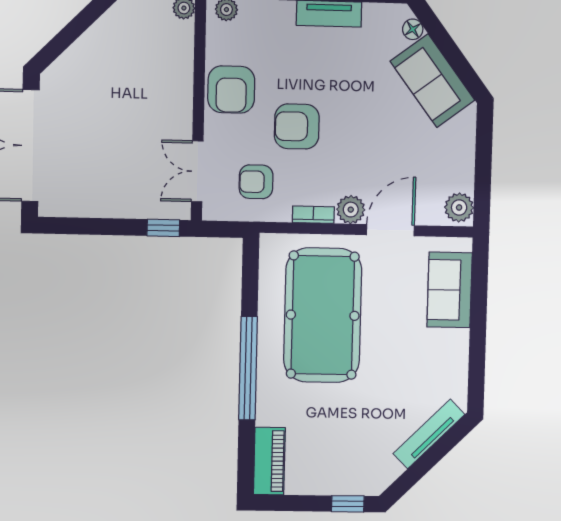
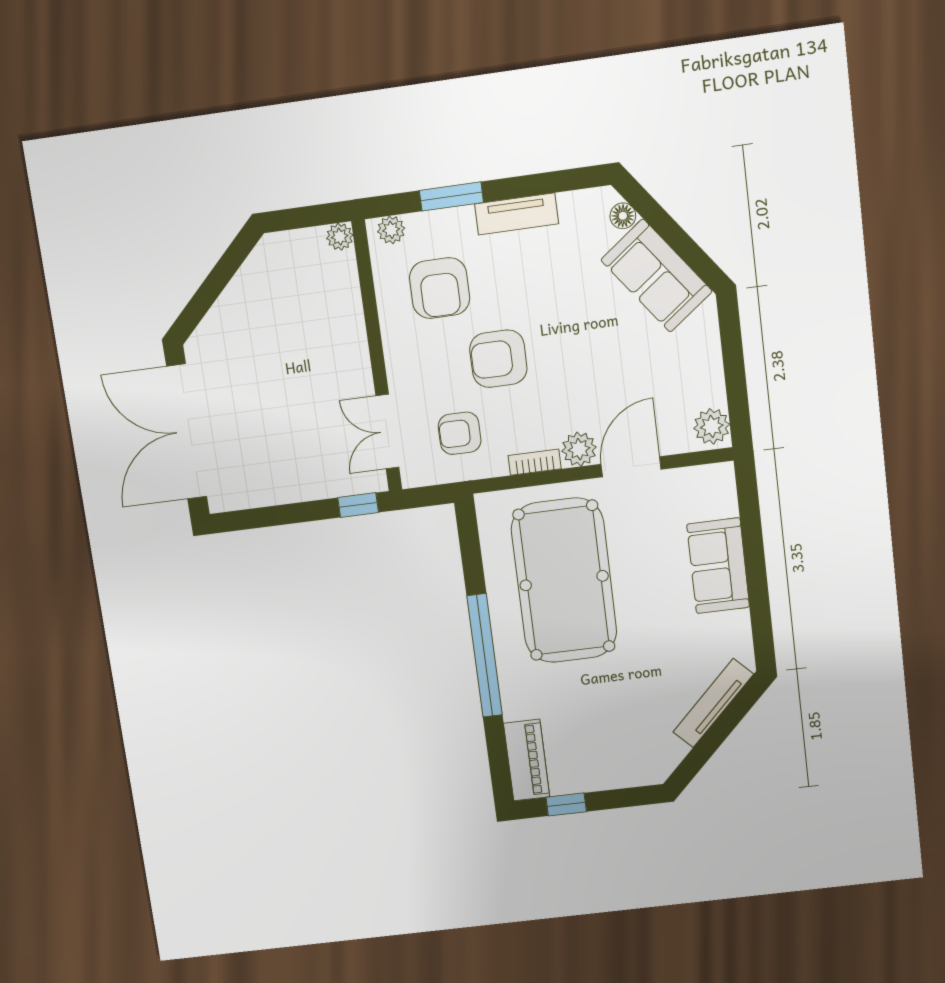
armchair: (231, 89) -> (440, 288), moved
sofa: (450, 290) -> (718, 566), moved
window: (348, 504) -> (566, 804), moved

